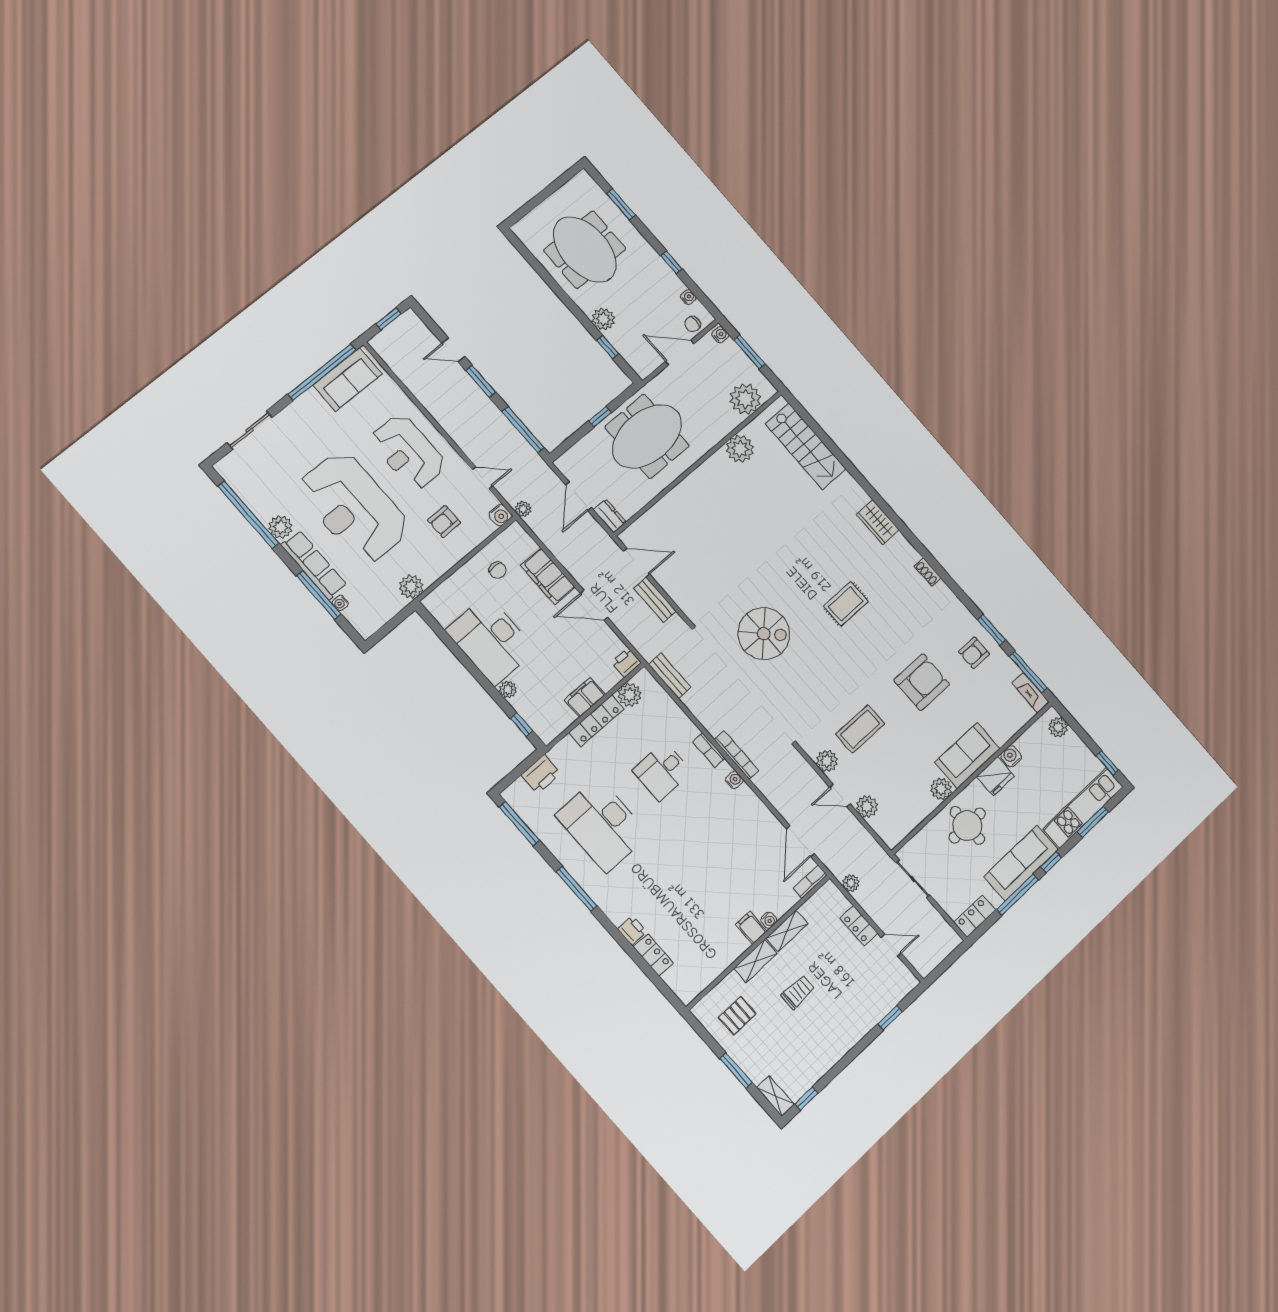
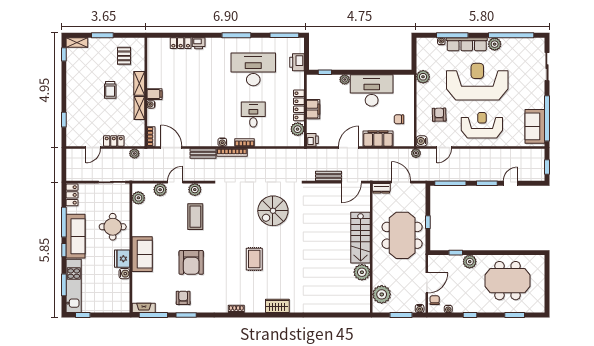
stairs: (806, 446) -> (361, 238), moved, turned -90
bench: (670, 676) -> (203, 154), moved
plant: (1058, 727) -> (118, 307), removed
plant: (941, 789) -> (138, 198), moved

